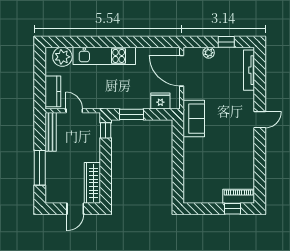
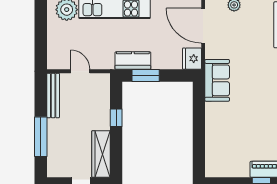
kitchen counter: (53, 91) -> (133, 61), moved, turned -90
fridge: (160, 101) -> (192, 59), moved, turned -90
window: (106, 130) -> (116, 118), moved

